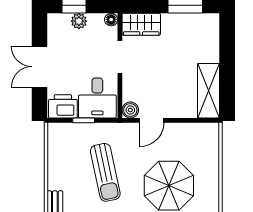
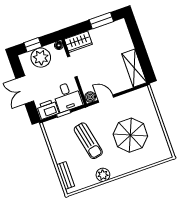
plant: (79, 21) -> (41, 58), width x1.88, depth x1.88
door: (152, 120) -> (106, 99), swing flipped

